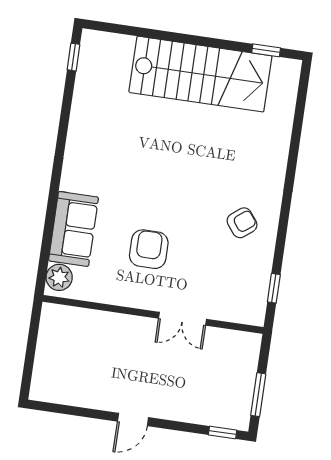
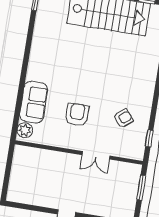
armchair: (242, 223) -> (123, 118), moved
window: (258, 395) -> (141, 188), moved

